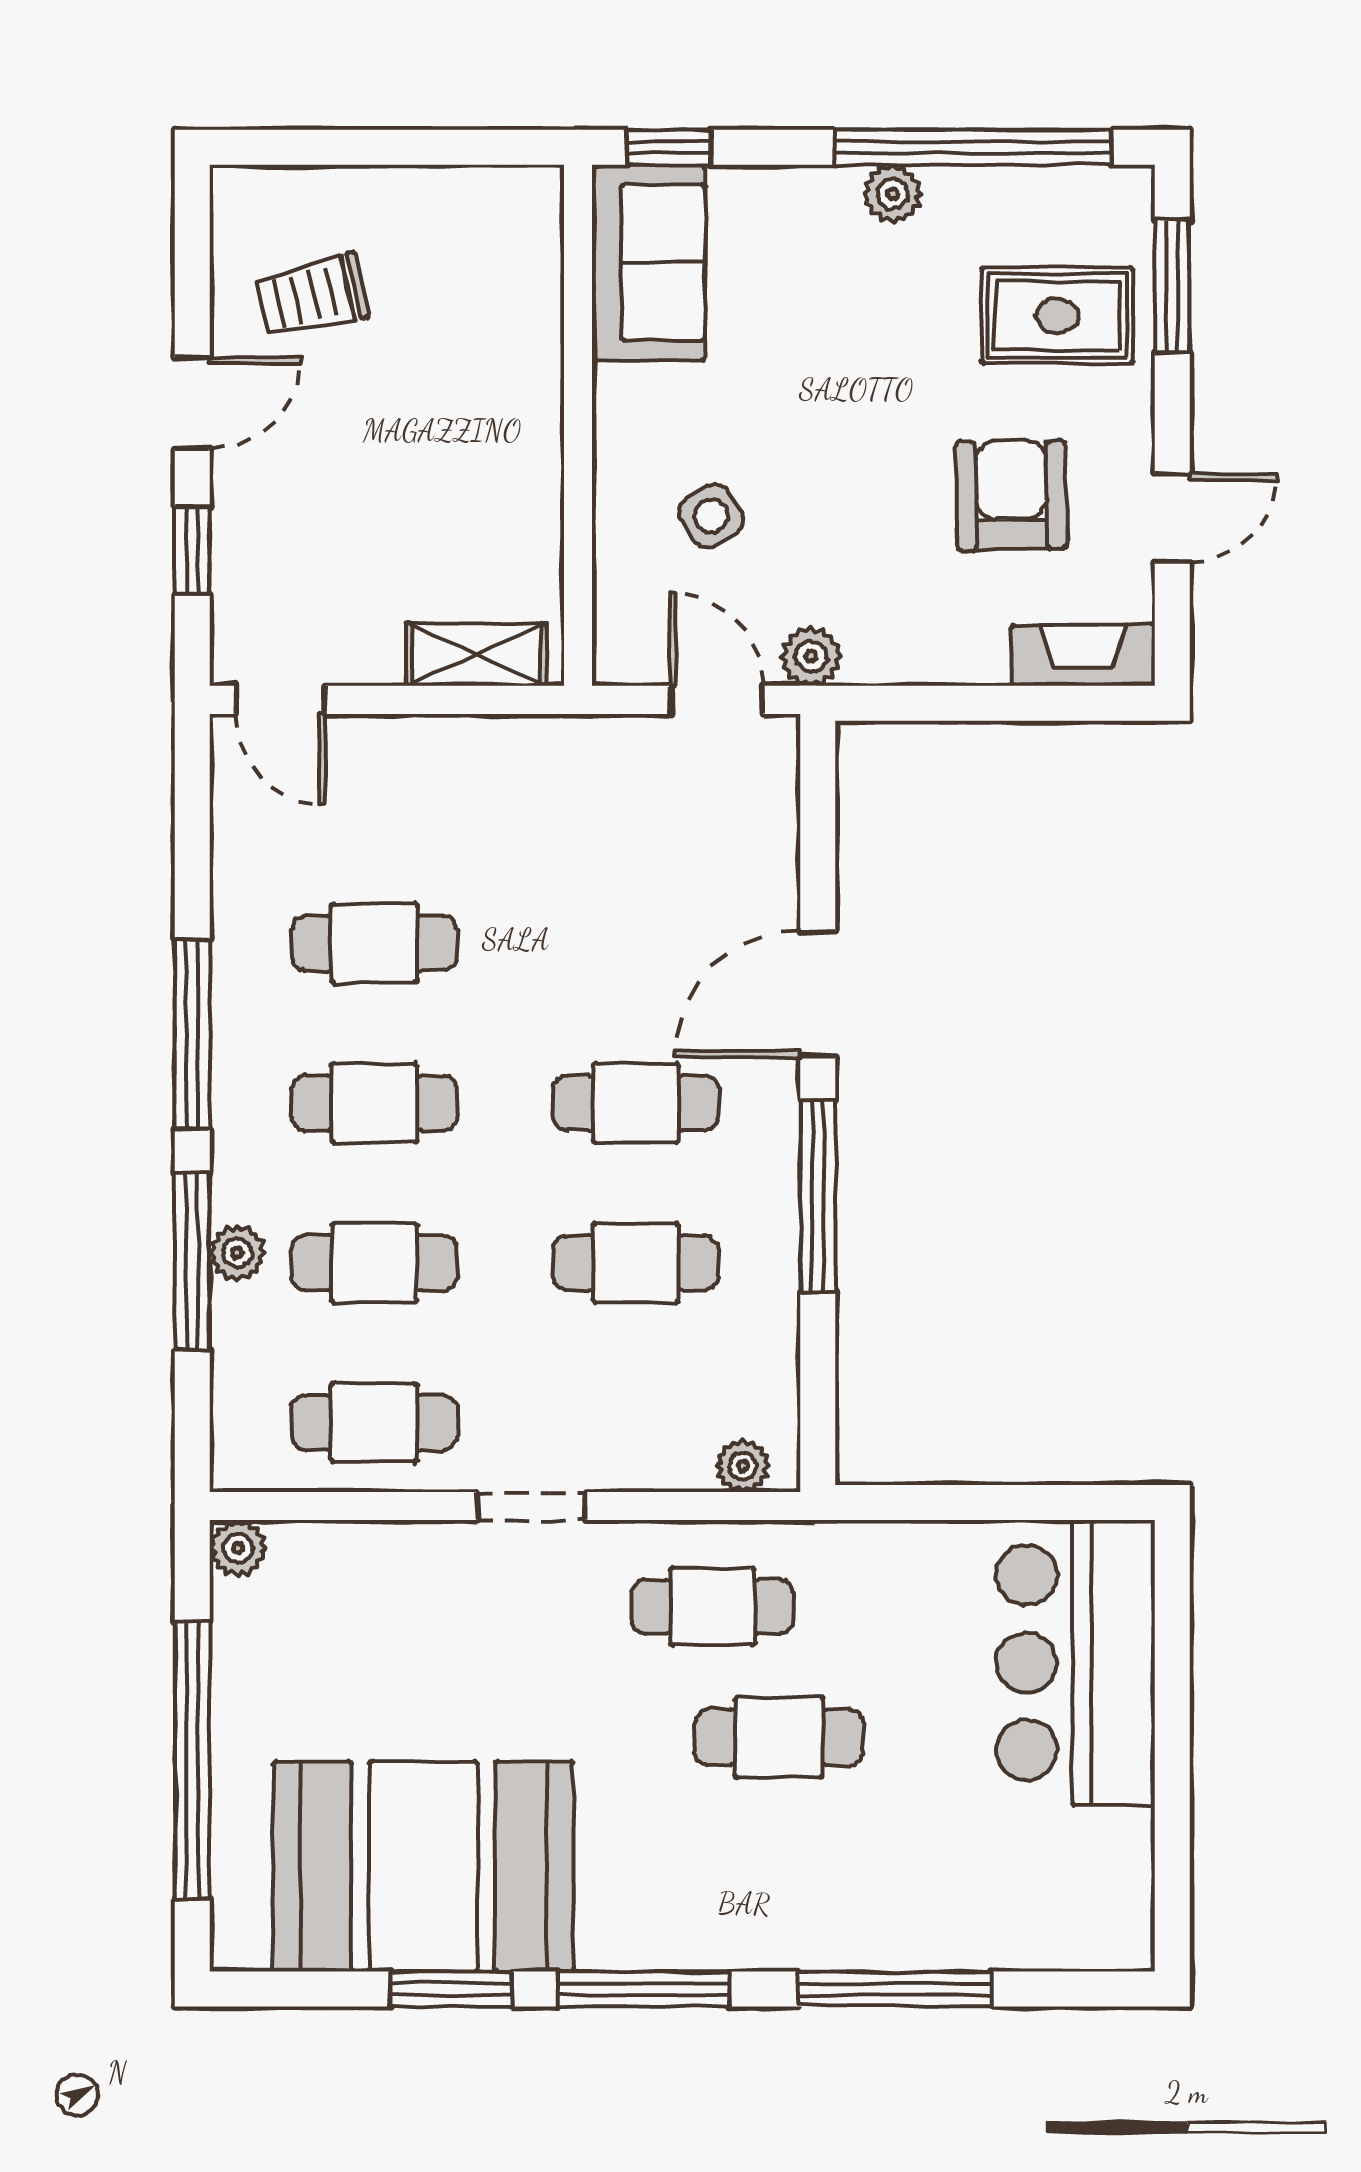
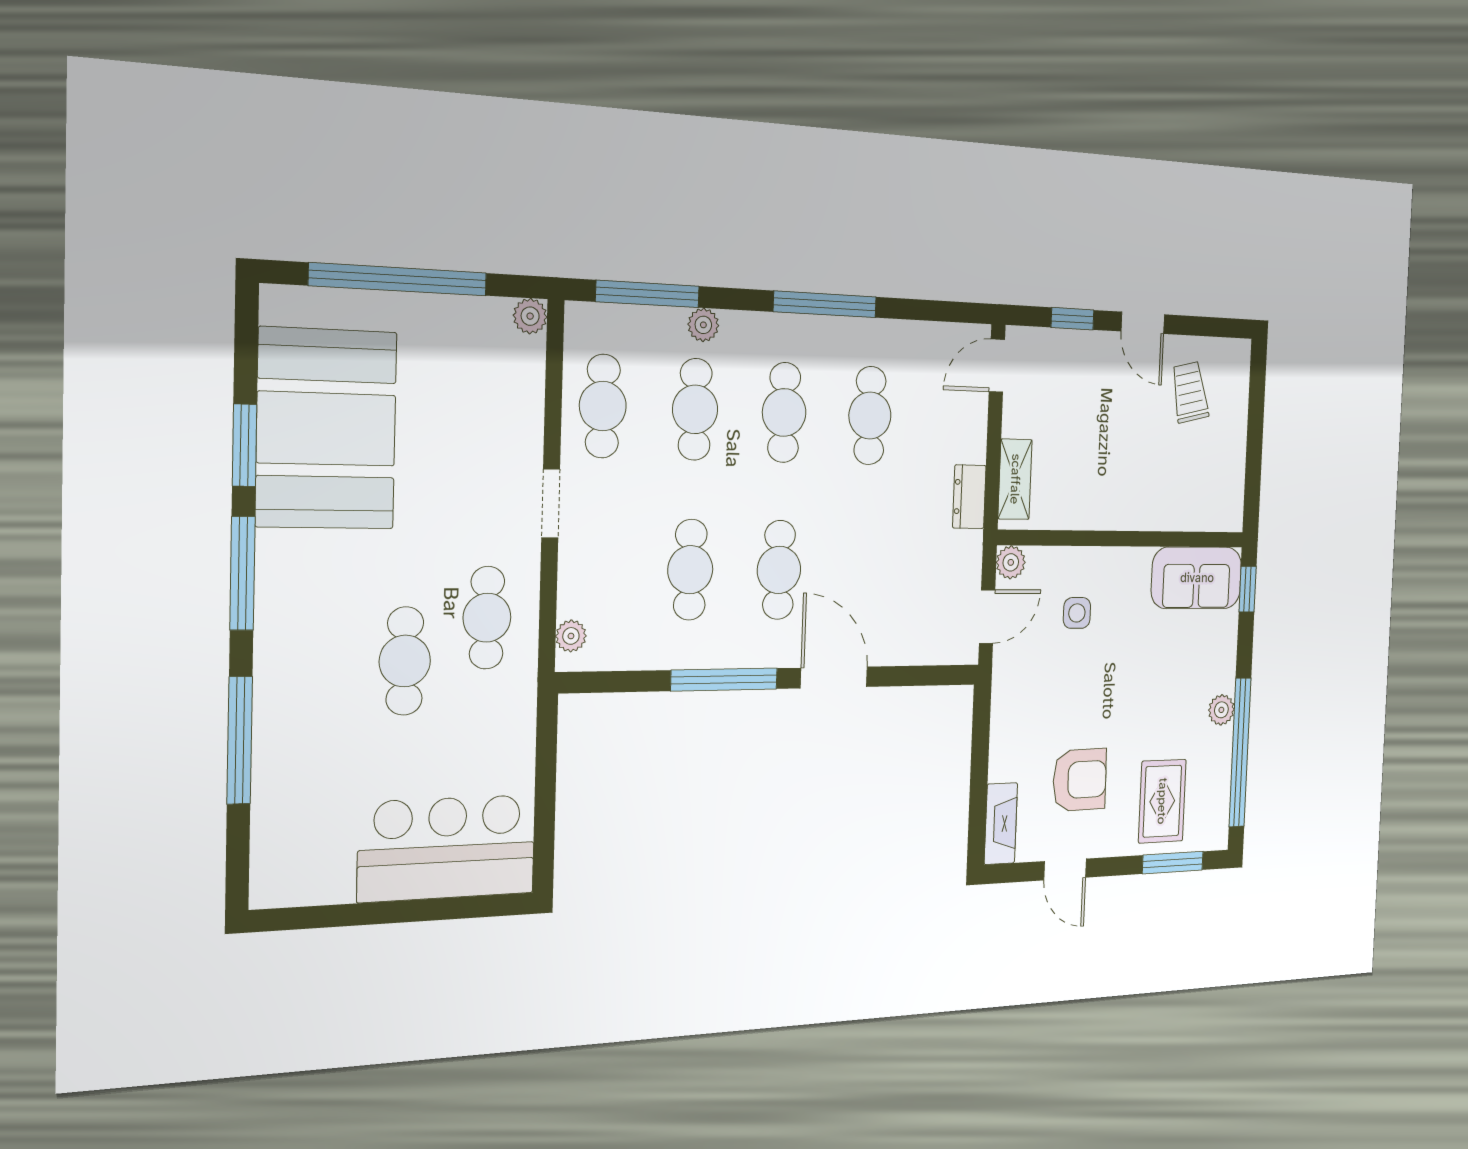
side table: (711, 516) -> (1077, 613), turned 32
plant: (811, 656) -> (1011, 562), moved
dresser: (508, 745) -> (969, 497), added
window: (192, 1261) -> (648, 294), moved

